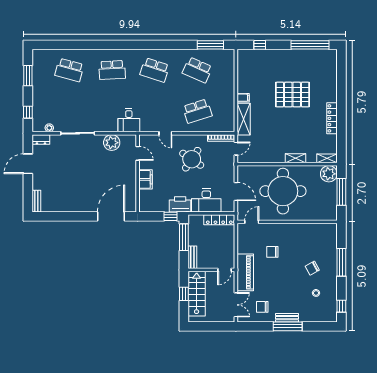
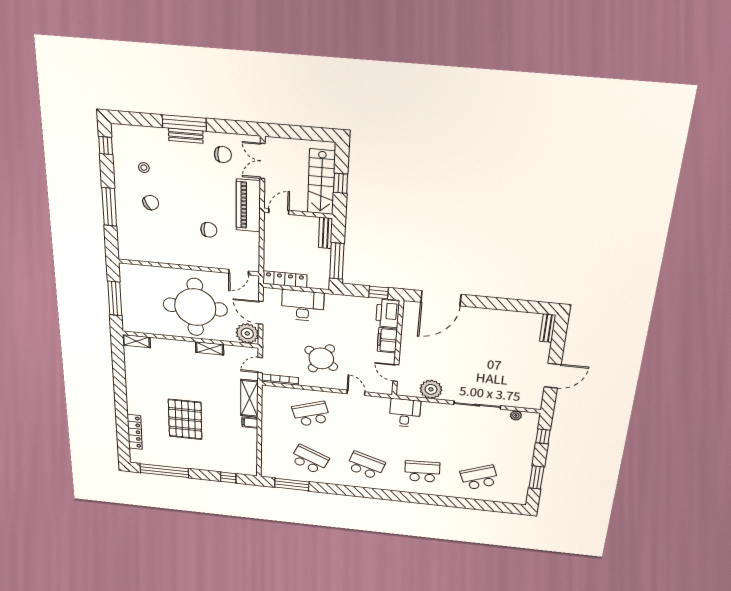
school desk: (69, 70) -> (479, 478), turned -36
pallet: (292, 95) -> (185, 419), turned 90
locker: (332, 118) -> (135, 432), moved
dresser: (41, 139) -> (530, 403), removed
shelving: (296, 158) -> (210, 348), moved
plant: (329, 174) -> (247, 333), moved
printer: (180, 204) -> (388, 313), moved, turned 90
window: (170, 216) -> (378, 292), moved

